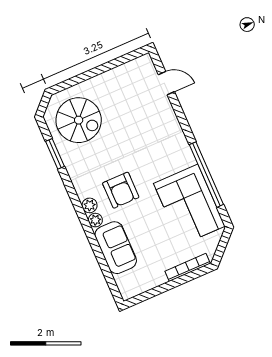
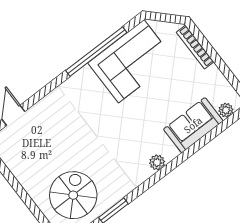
armchair: (121, 190) -> (134, 135), removed
plant: (95, 220) -> (226, 110), moved

